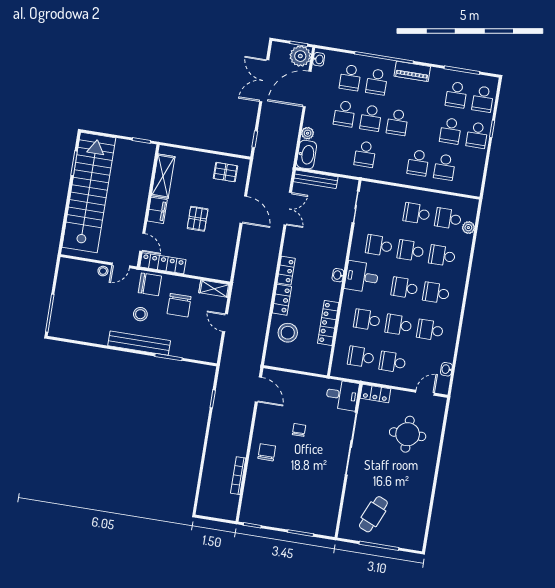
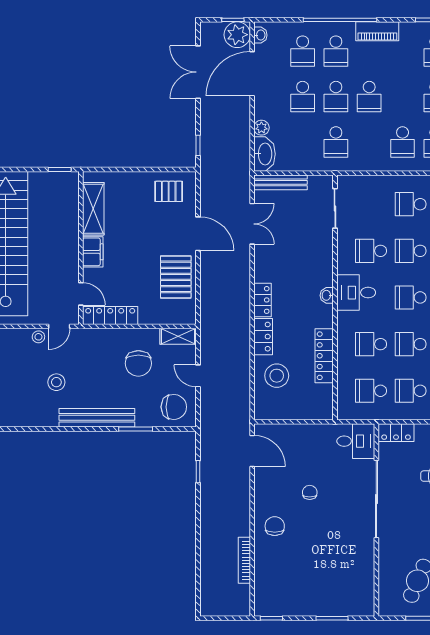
pallet: (198, 219) -> (176, 277), moved, width x1.50, depth x1.42
chair: (150, 284) -> (174, 407), moved
stool: (140, 314) -> (56, 382), moved

